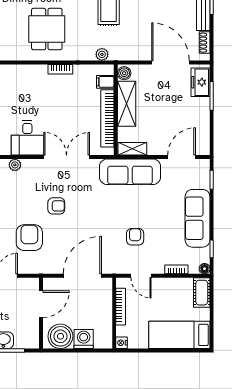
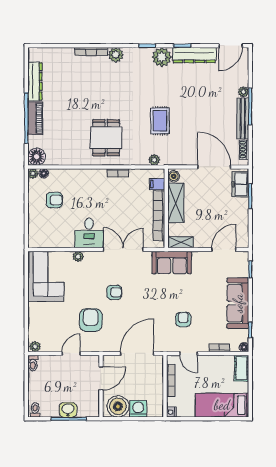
sofa: (130, 172) -> (172, 262), width x0.73

